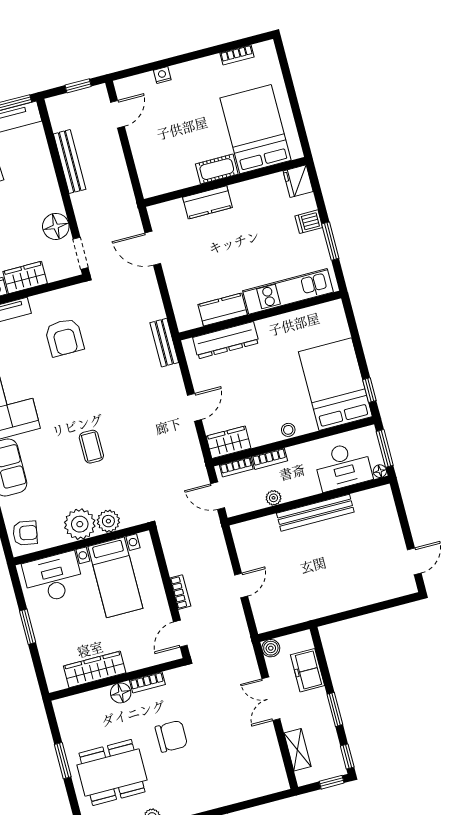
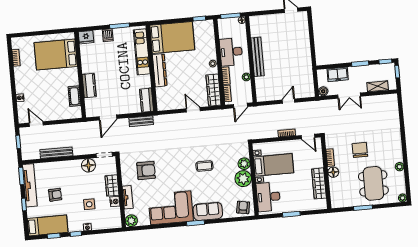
cot: (217, 169) -> (75, 96), moved
kitchen counter: (223, 310) -> (147, 100), moved
dresser: (226, 340) -> (160, 70), moved
bench: (164, 343) -> (141, 121), moved
bed: (335, 384) -> (172, 37), moved, turned 180
wardrobe: (229, 442) -> (213, 90), width x1.50
desk: (343, 466) -> (231, 52), moved, turned 180
door: (241, 585) -> (289, 101), hinge flipped

